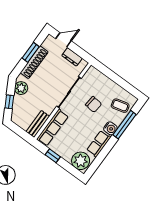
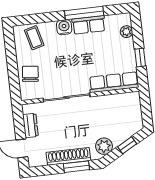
window: (31, 52) -> (76, 167), moved
chair: (94, 104) -> (30, 74), moved
bench: (38, 124) -> (123, 99), removed
window: (124, 125) -> (84, 13), moved
plant: (81, 161) -> (126, 32), width x0.53, depth x0.53

